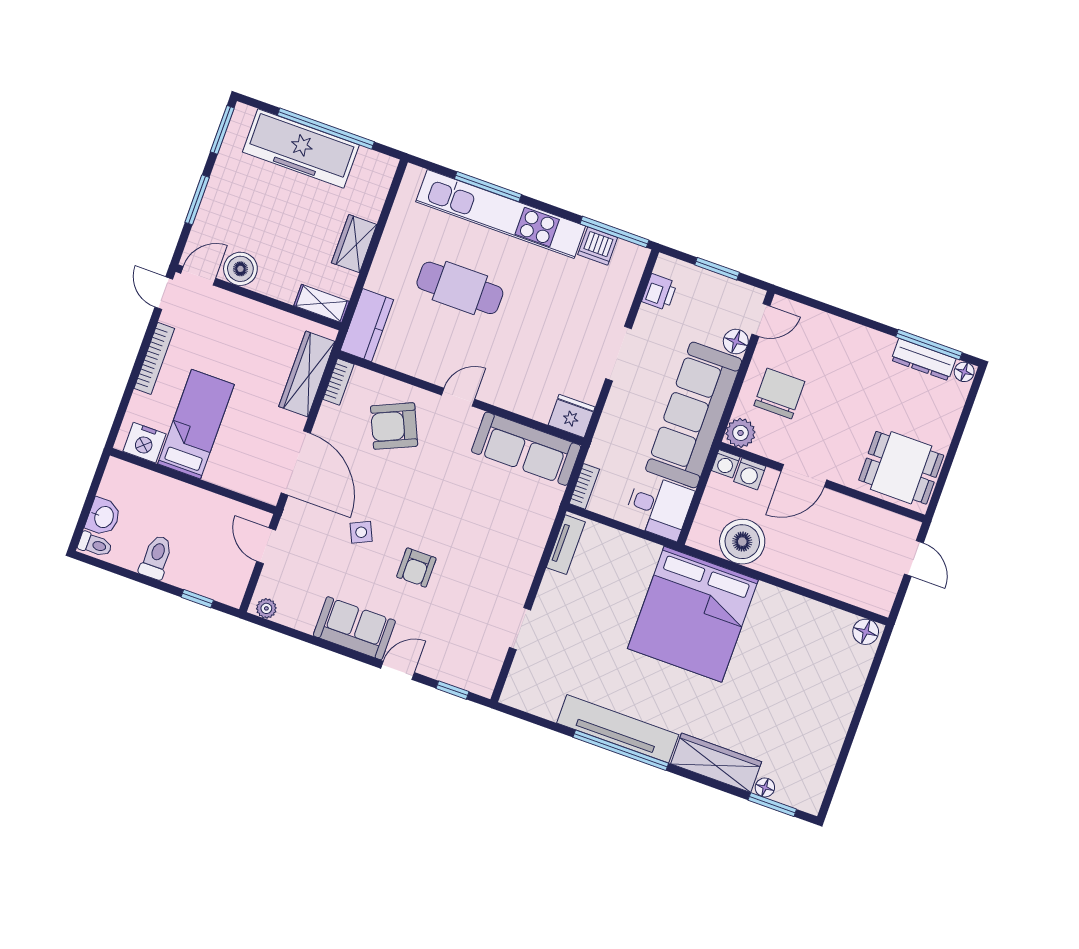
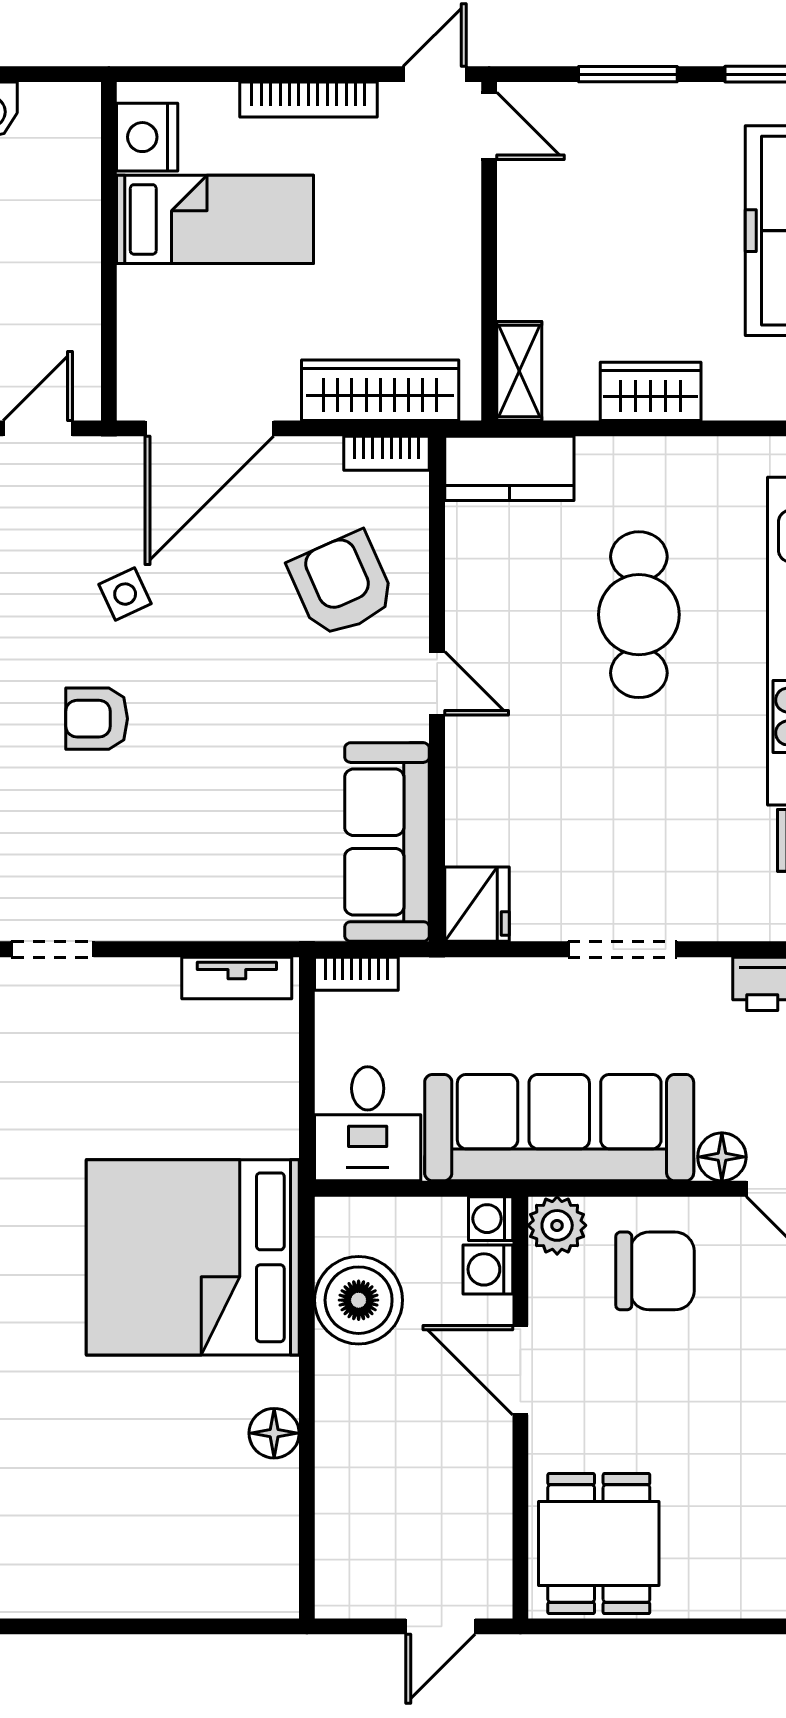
boiler: (240, 269) -> (530, 199), removed
floor lamp: (866, 632) -> (274, 1433), moved

